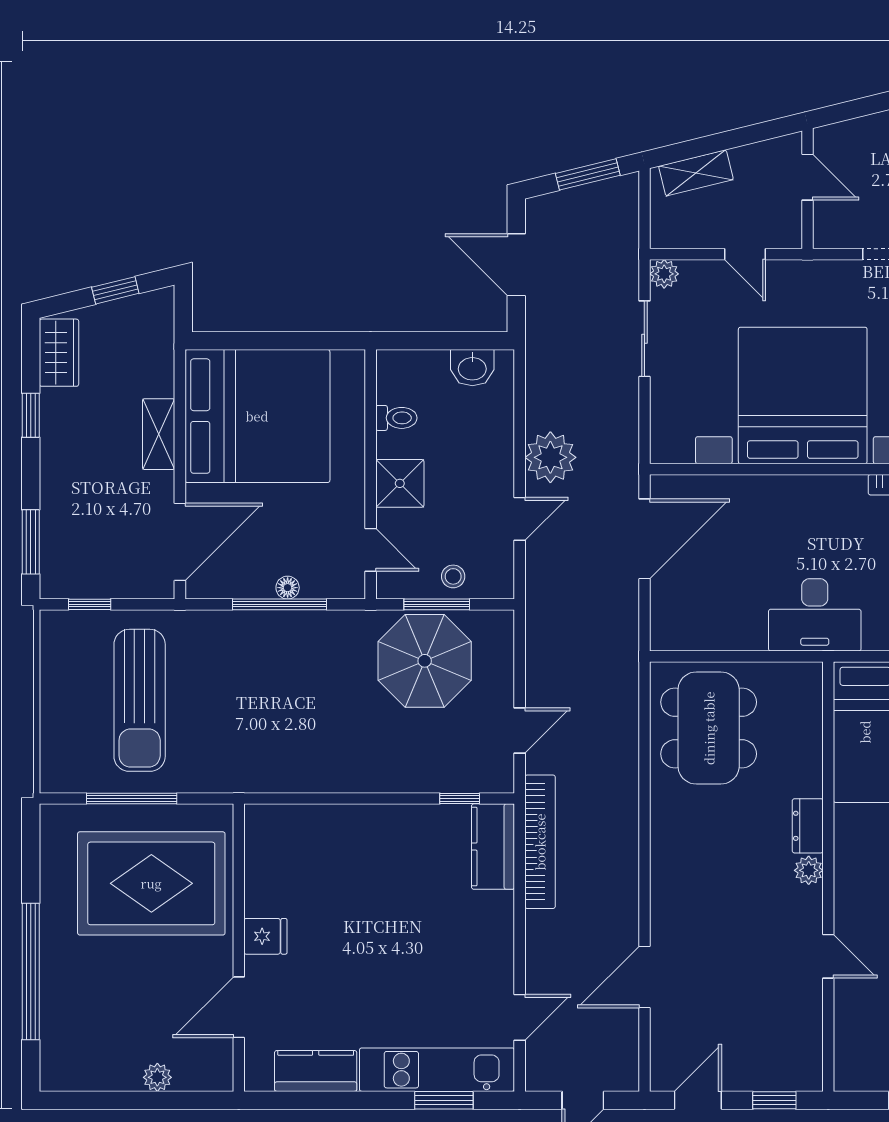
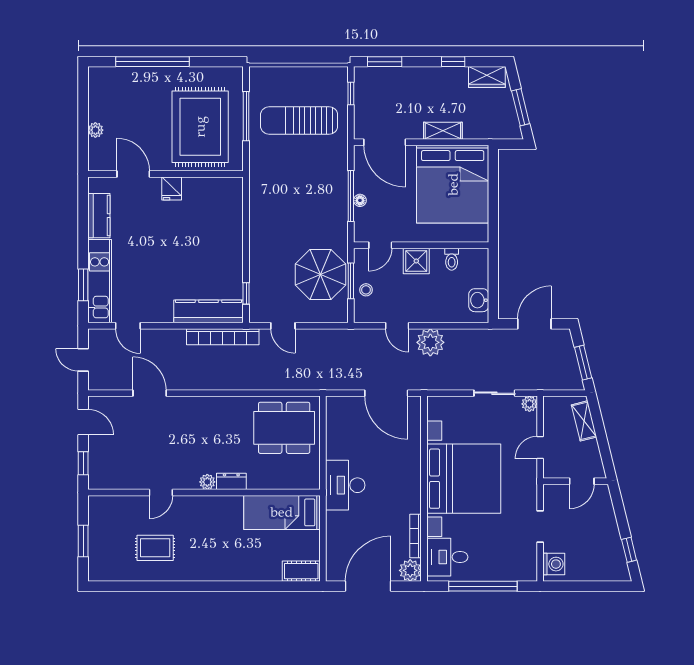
window: (115, 290) -> (521, 107), width x1.50
kitchen counter: (493, 847) -> (209, 311), width x1.50

